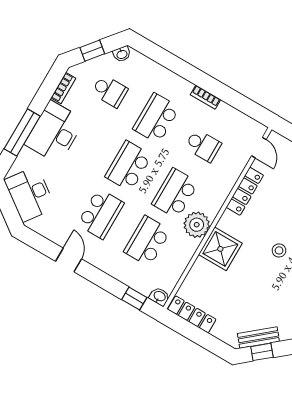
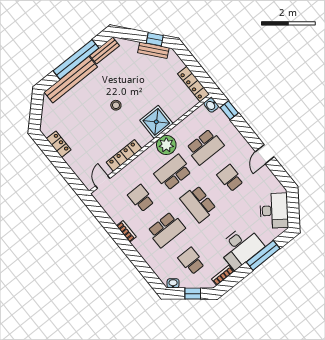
school desk: (128, 166) -> (198, 204), turned 90
school desk: (175, 193) -> (173, 172), turned 180
school desk: (101, 214) -> (230, 178), width x0.54

